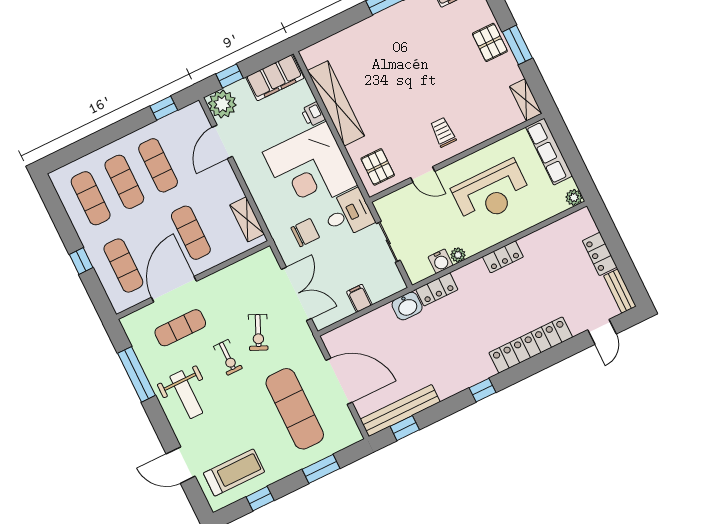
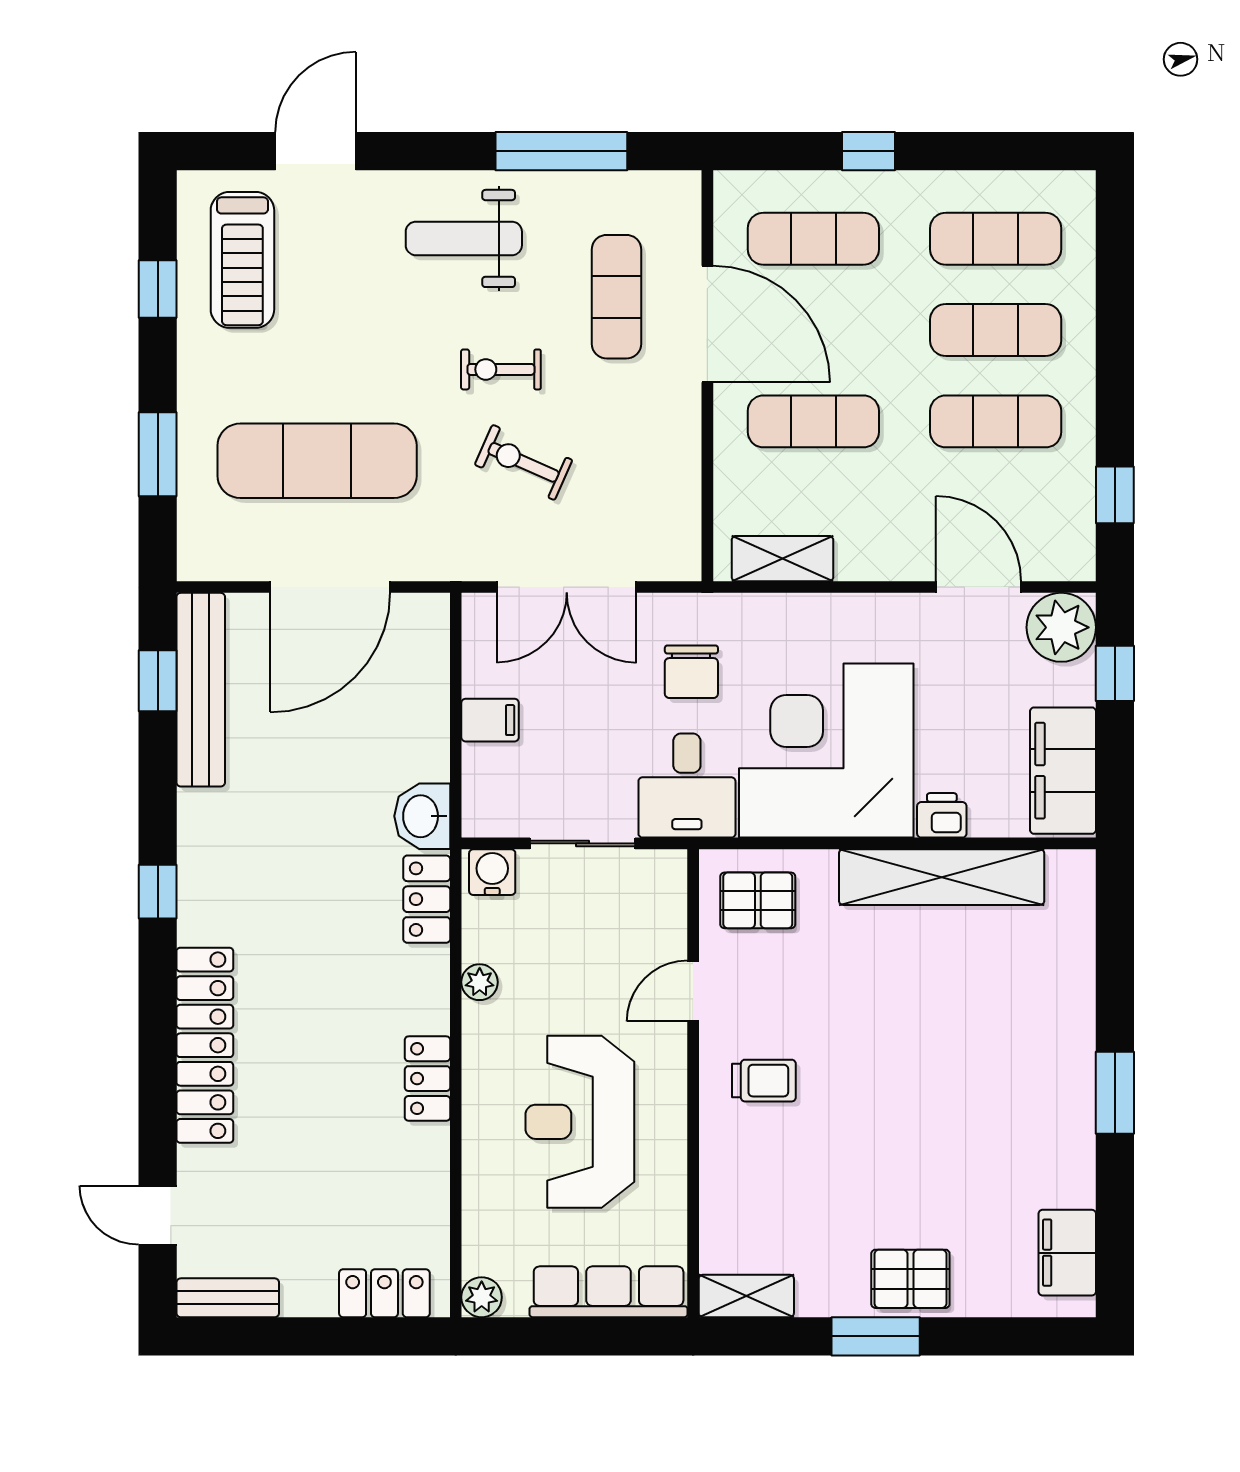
locker: (600, 254) -> (384, 1293), moved
water cooler: (441, 261) -> (492, 872), moved, turned 90

